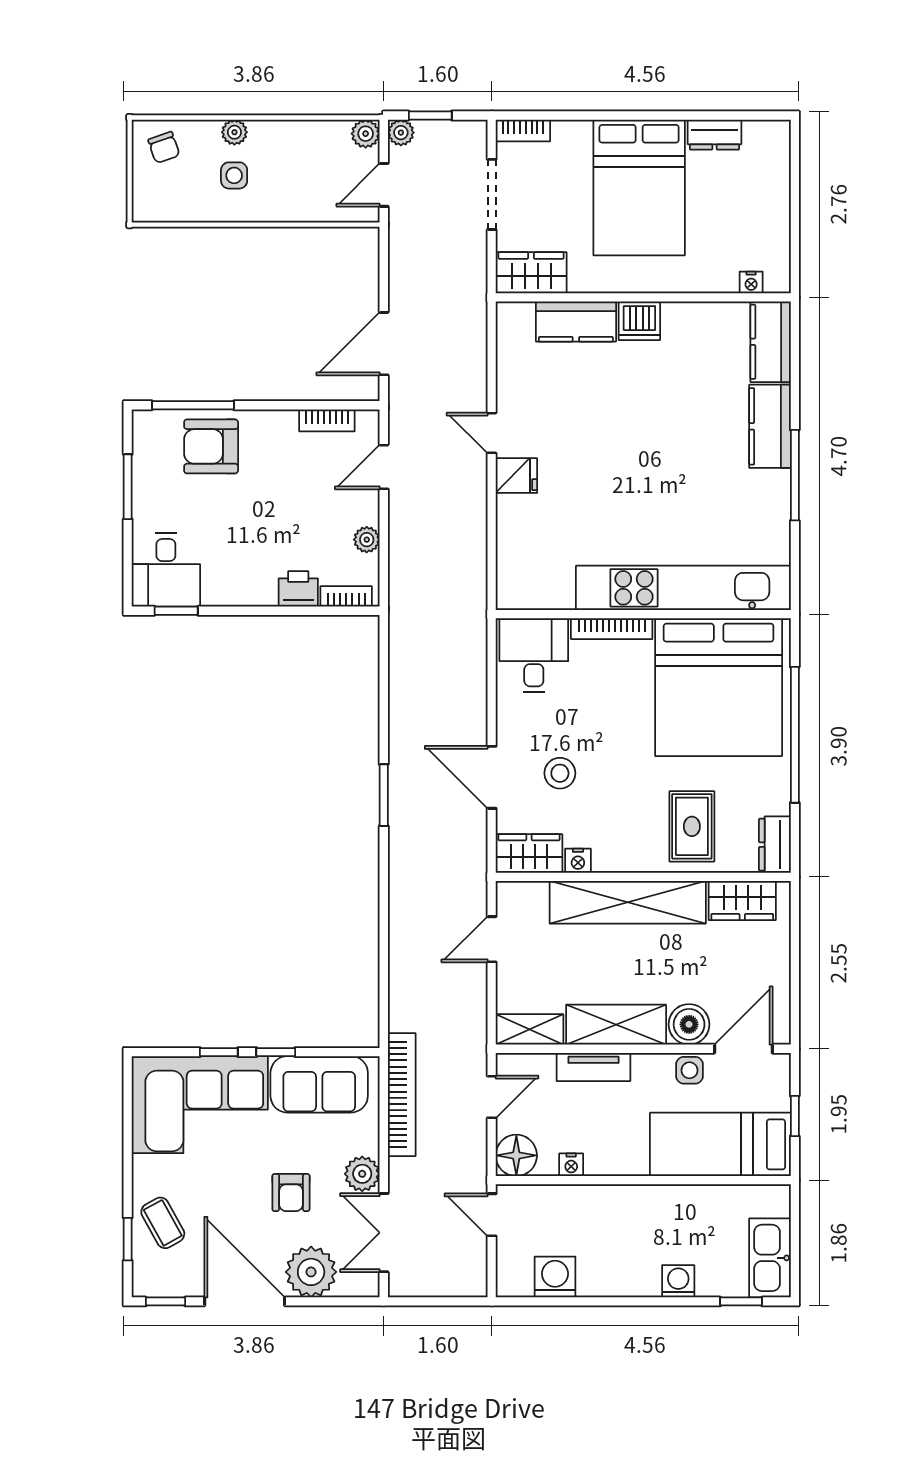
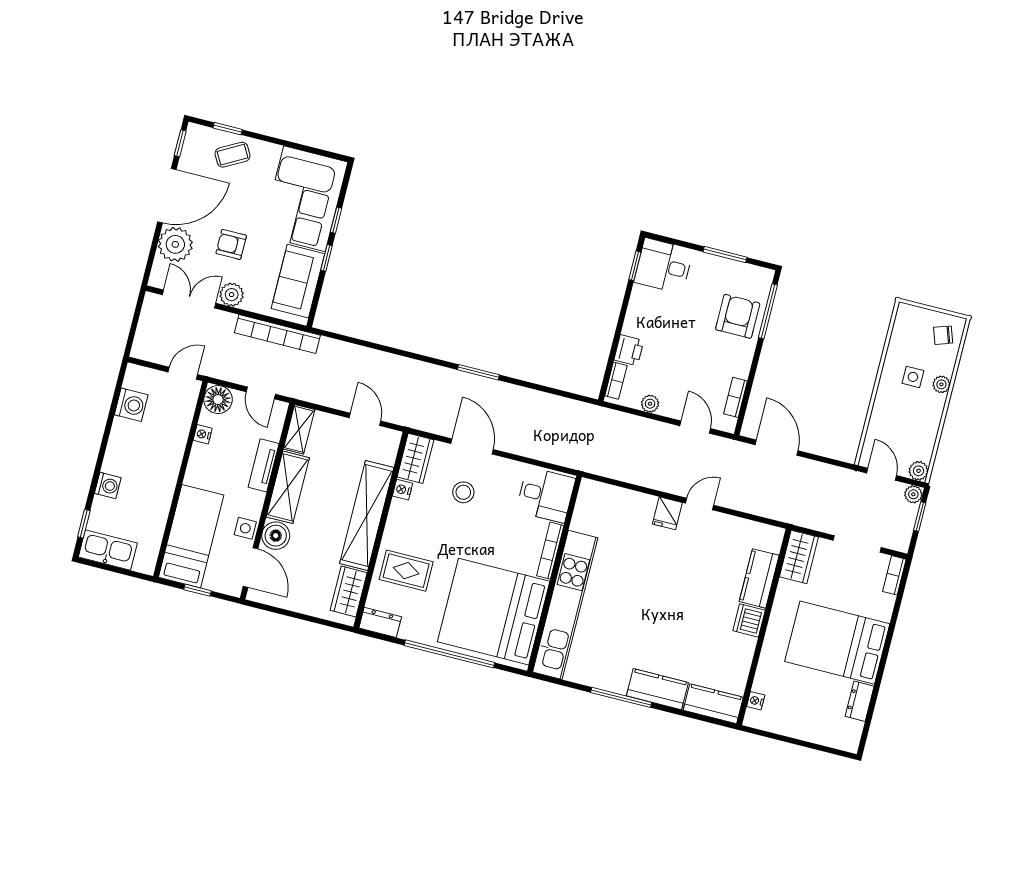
door: (492, 777) -> (472, 446), hinge flipped

